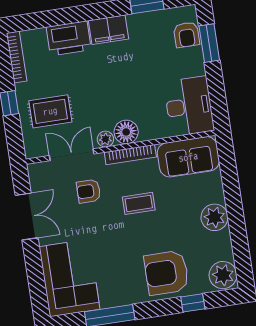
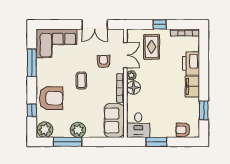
window: (209, 43) -> (156, 142), moved
desk: (189, 106) -> (138, 125), width x0.73
coffee table: (139, 203) -> (81, 80), moved
window: (238, 232) -> (68, 142), added
armchair: (166, 273) -> (51, 98), turned 90

